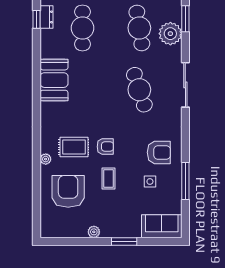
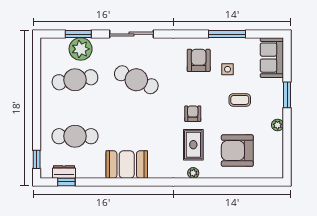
window: (185, 19) -> (78, 34), moved
cafe table: (139, 90) -> (136, 80), turned 42
plant: (46, 159) -> (193, 173), moved
coffee table: (109, 178) -> (240, 100), moved

